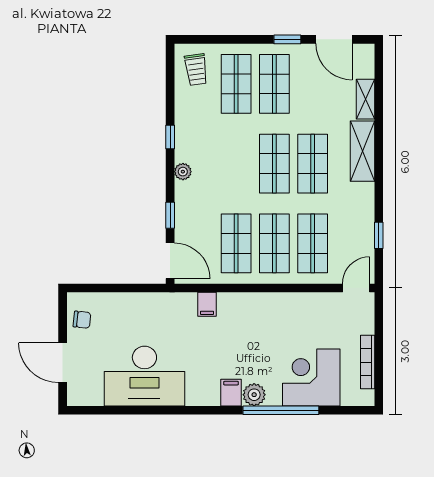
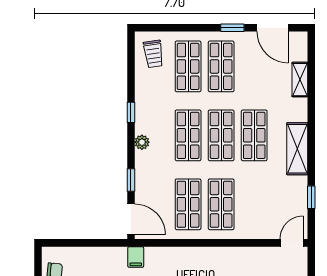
shelving: (362, 151) -> (297, 149), moved
shop shelf: (313, 243) -> (188, 135), moved
filing cabinet: (207, 304) -> (136, 257), moved

